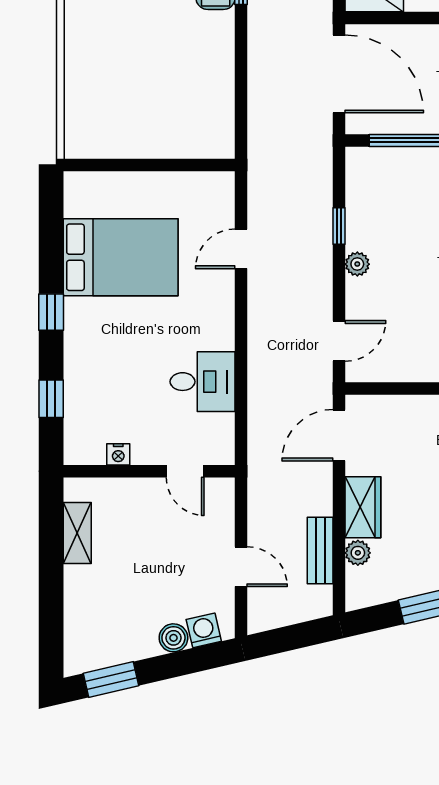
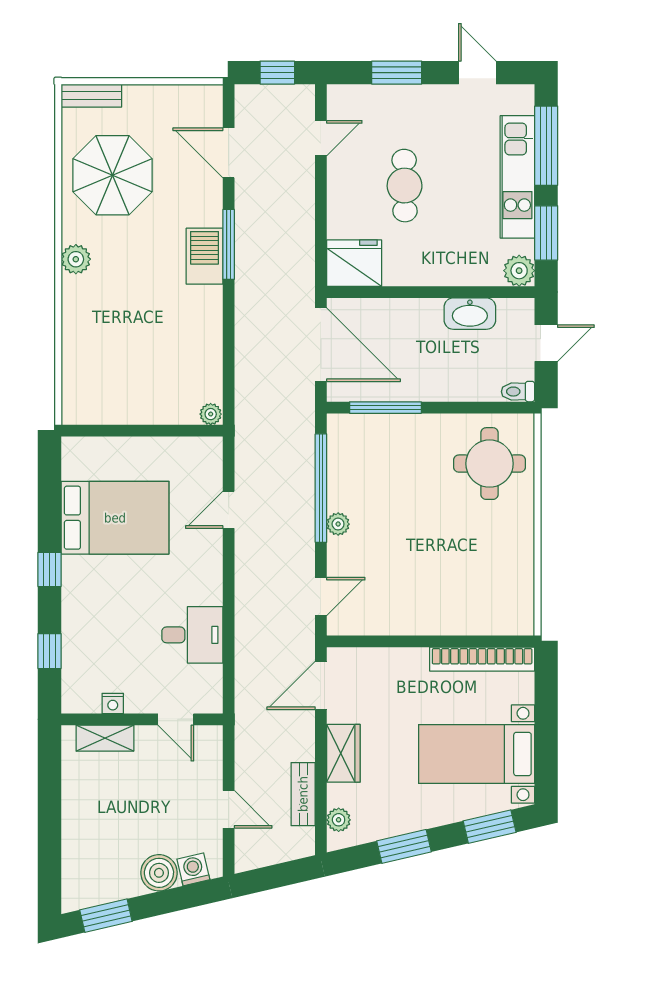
plant: (222, 147) -> (211, 414), added
window: (339, 226) -> (321, 488), width x3.17
shelving: (77, 533) -> (105, 738), moved, turned 90
plant: (358, 553) -> (339, 820), moved
boiler: (173, 638) -> (159, 873), width x1.36, depth x1.36

